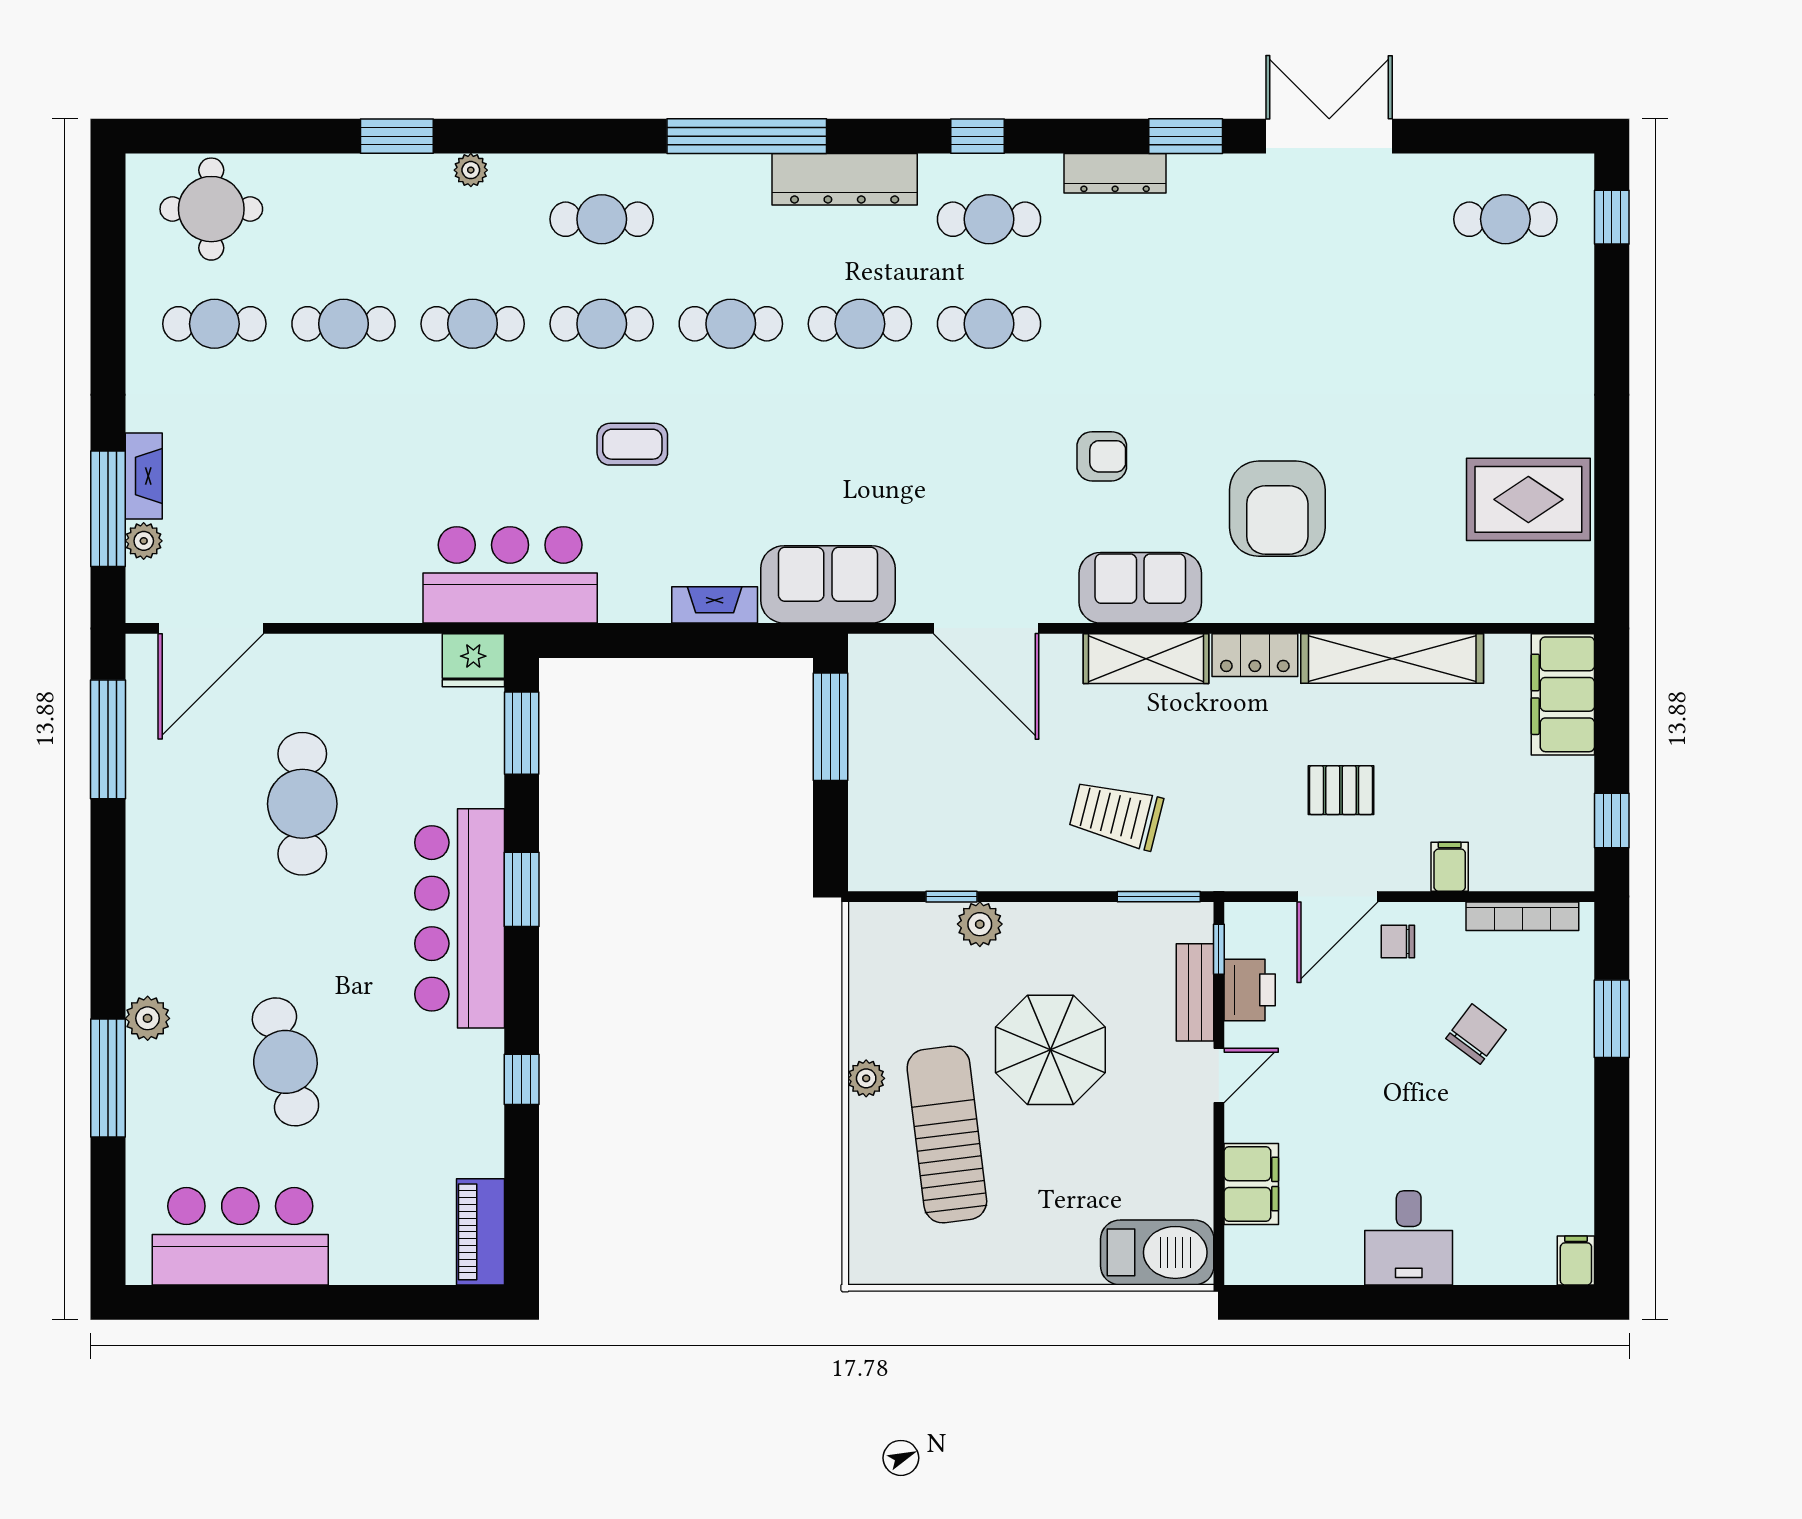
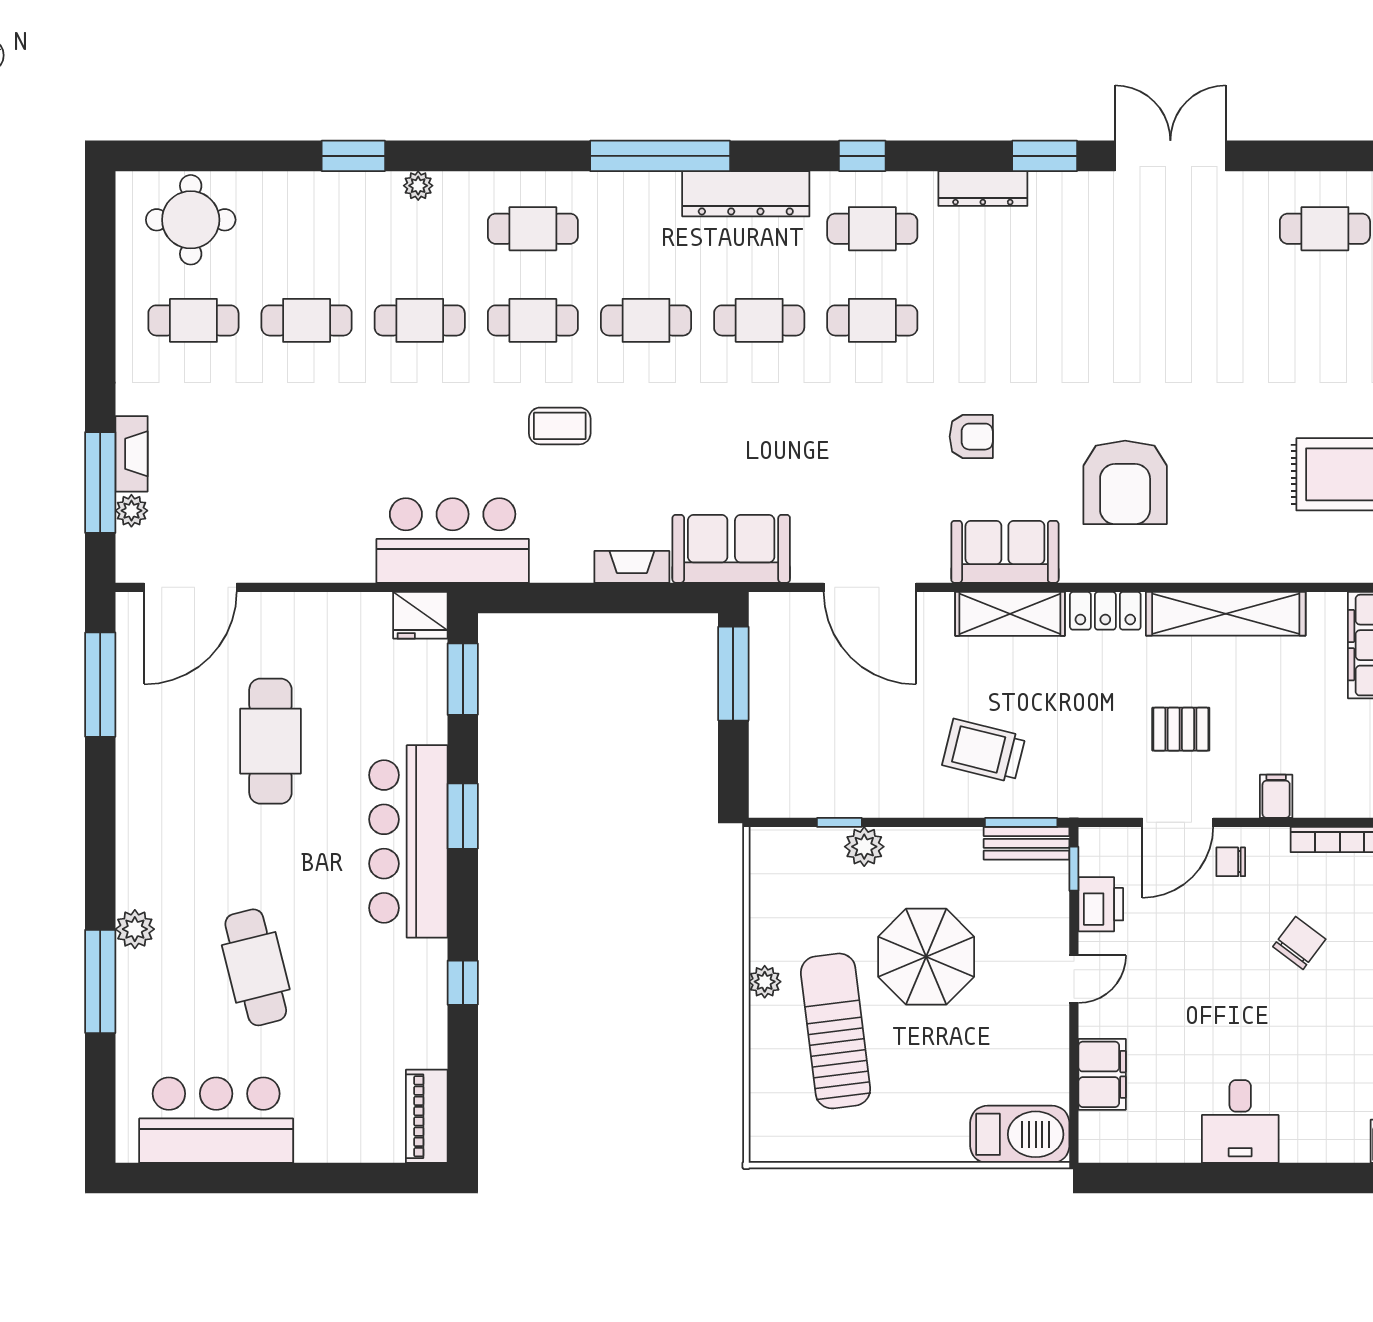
bench: (1195, 992) -> (1027, 843), moved, turned 90

